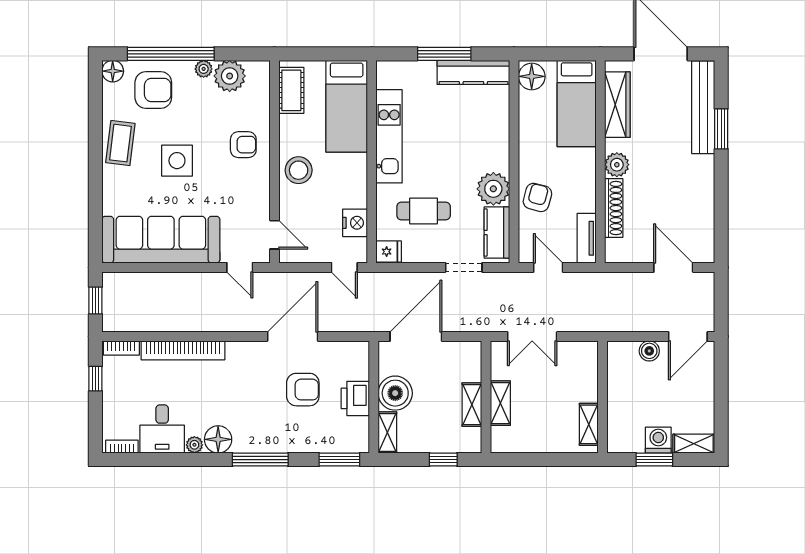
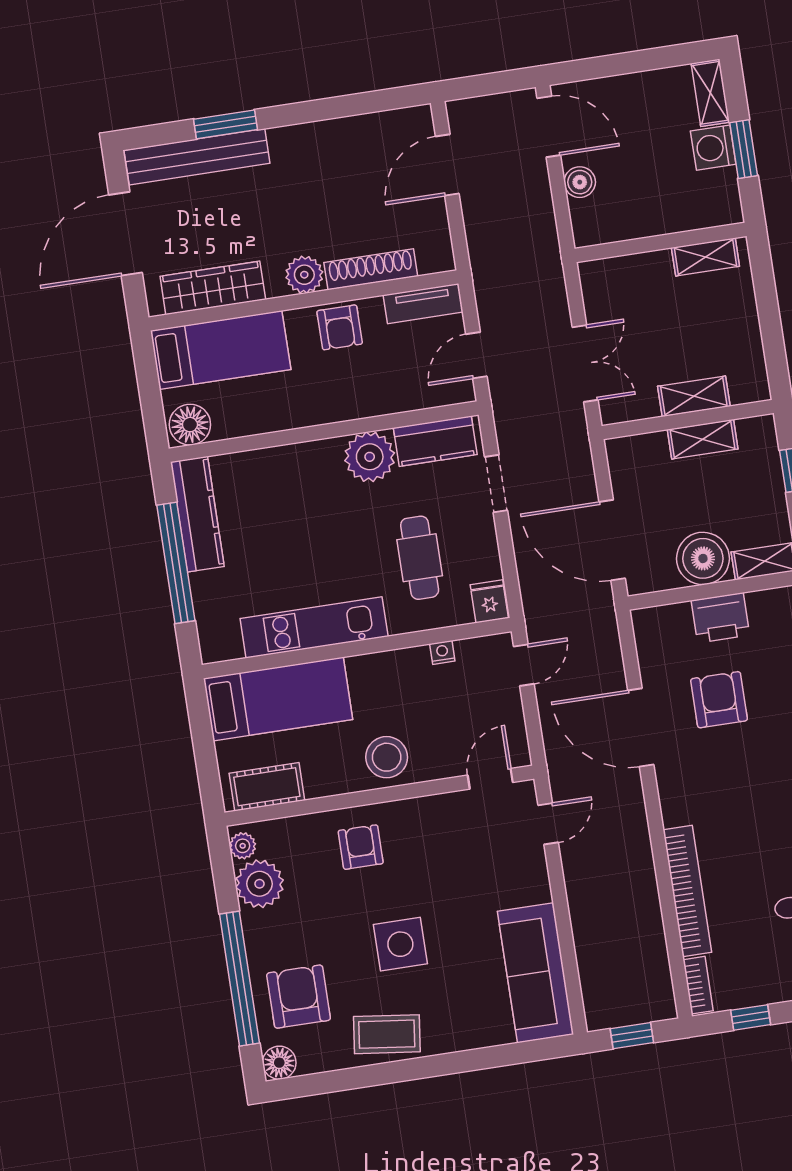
window: (444, 54) -> (176, 563), width x1.46
plant: (204, 69) -> (243, 846), moved
armchair: (537, 197) -> (340, 327), moved, turned -105
nightstand: (355, 223) -> (442, 652), width x0.53, depth x0.56
sofa: (161, 240) -> (536, 973), width x0.74, depth x0.79

